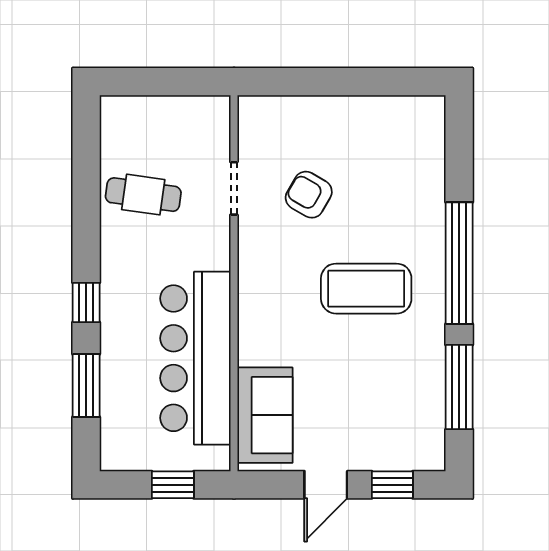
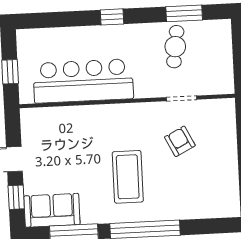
armchair: (309, 195) -> (180, 141), turned -57
window: (86, 386) -> (184, 13), moved
sofa: (265, 415) -> (52, 210), moved, turned 180

